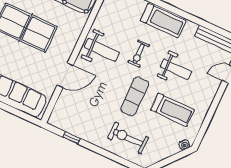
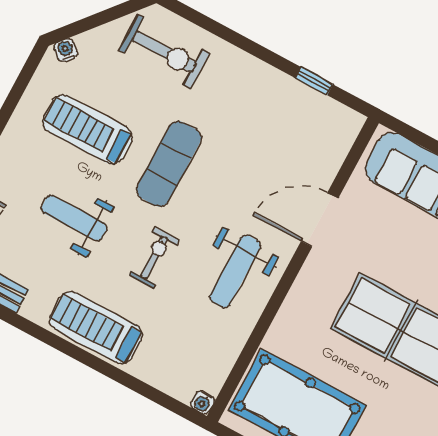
weight bench: (102, 50) -> (235, 271), turned -90
exercise bike: (128, 138) -> (164, 51), moved

